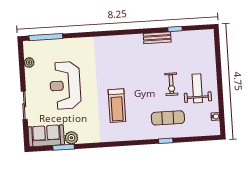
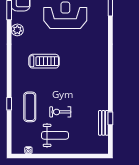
bench: (157, 38) -> (103, 123), moved
treadmill: (117, 106) -> (44, 61), turned 180
plant: (71, 138) -> (17, 30), moved

